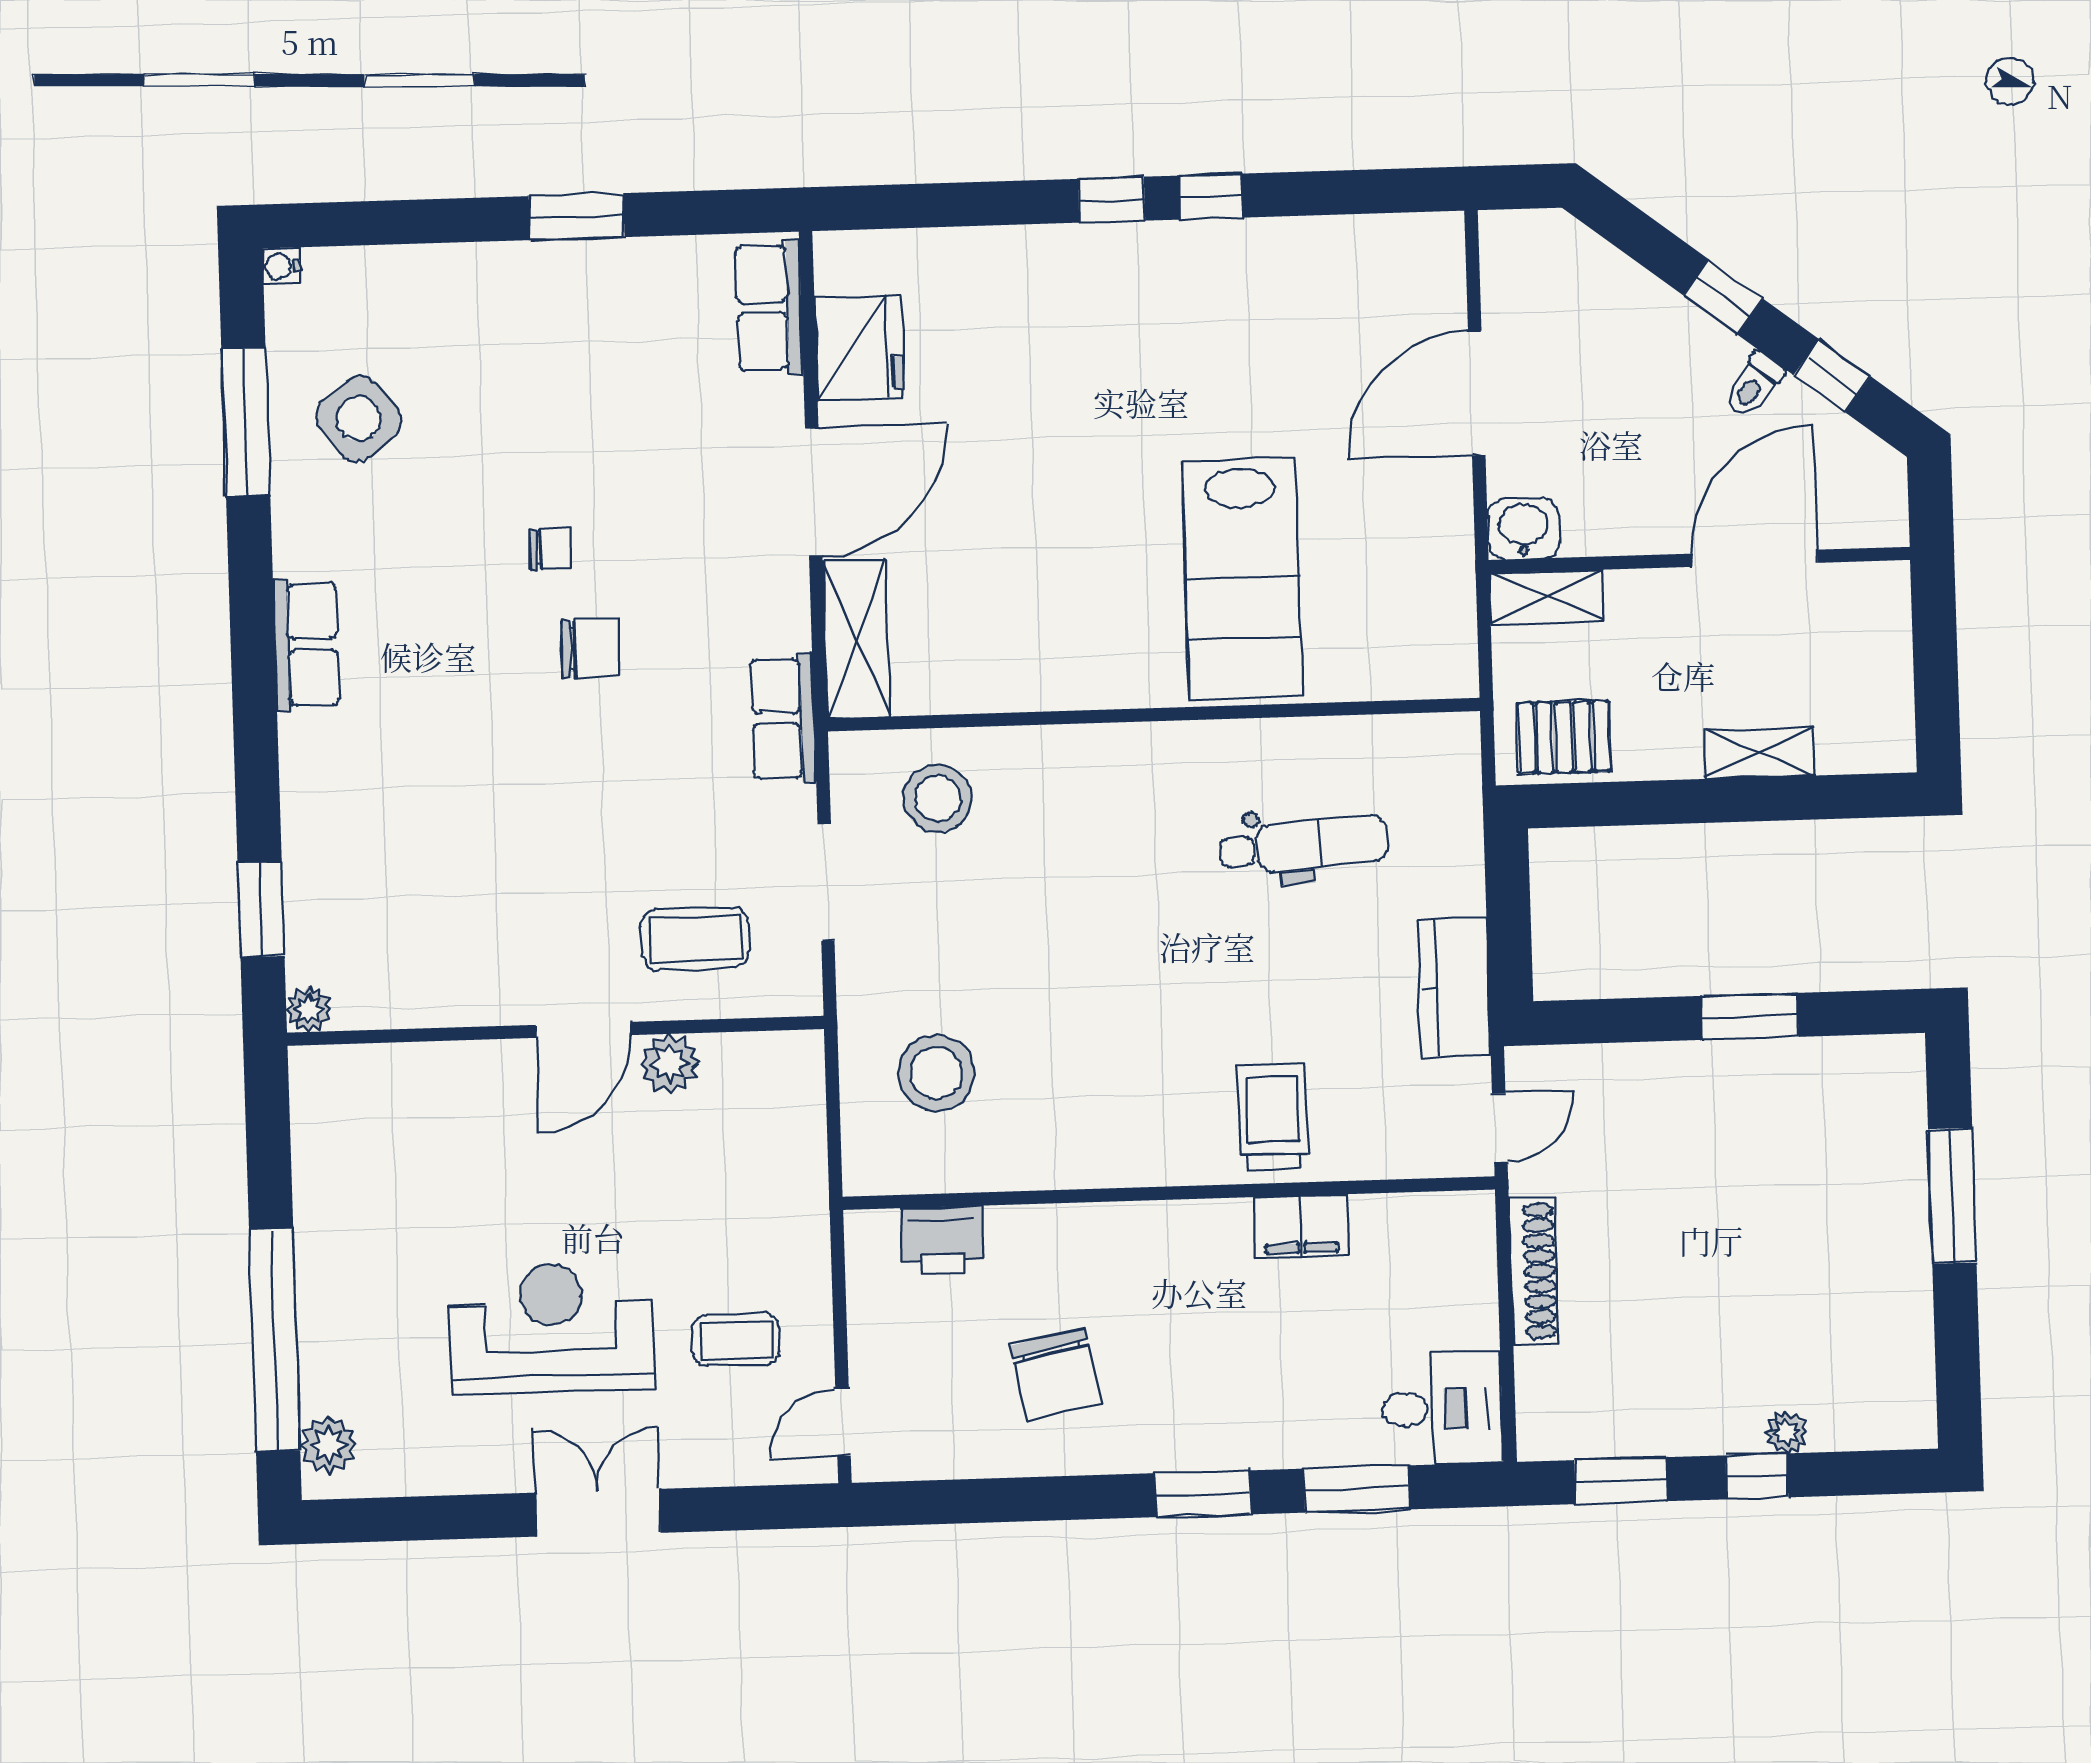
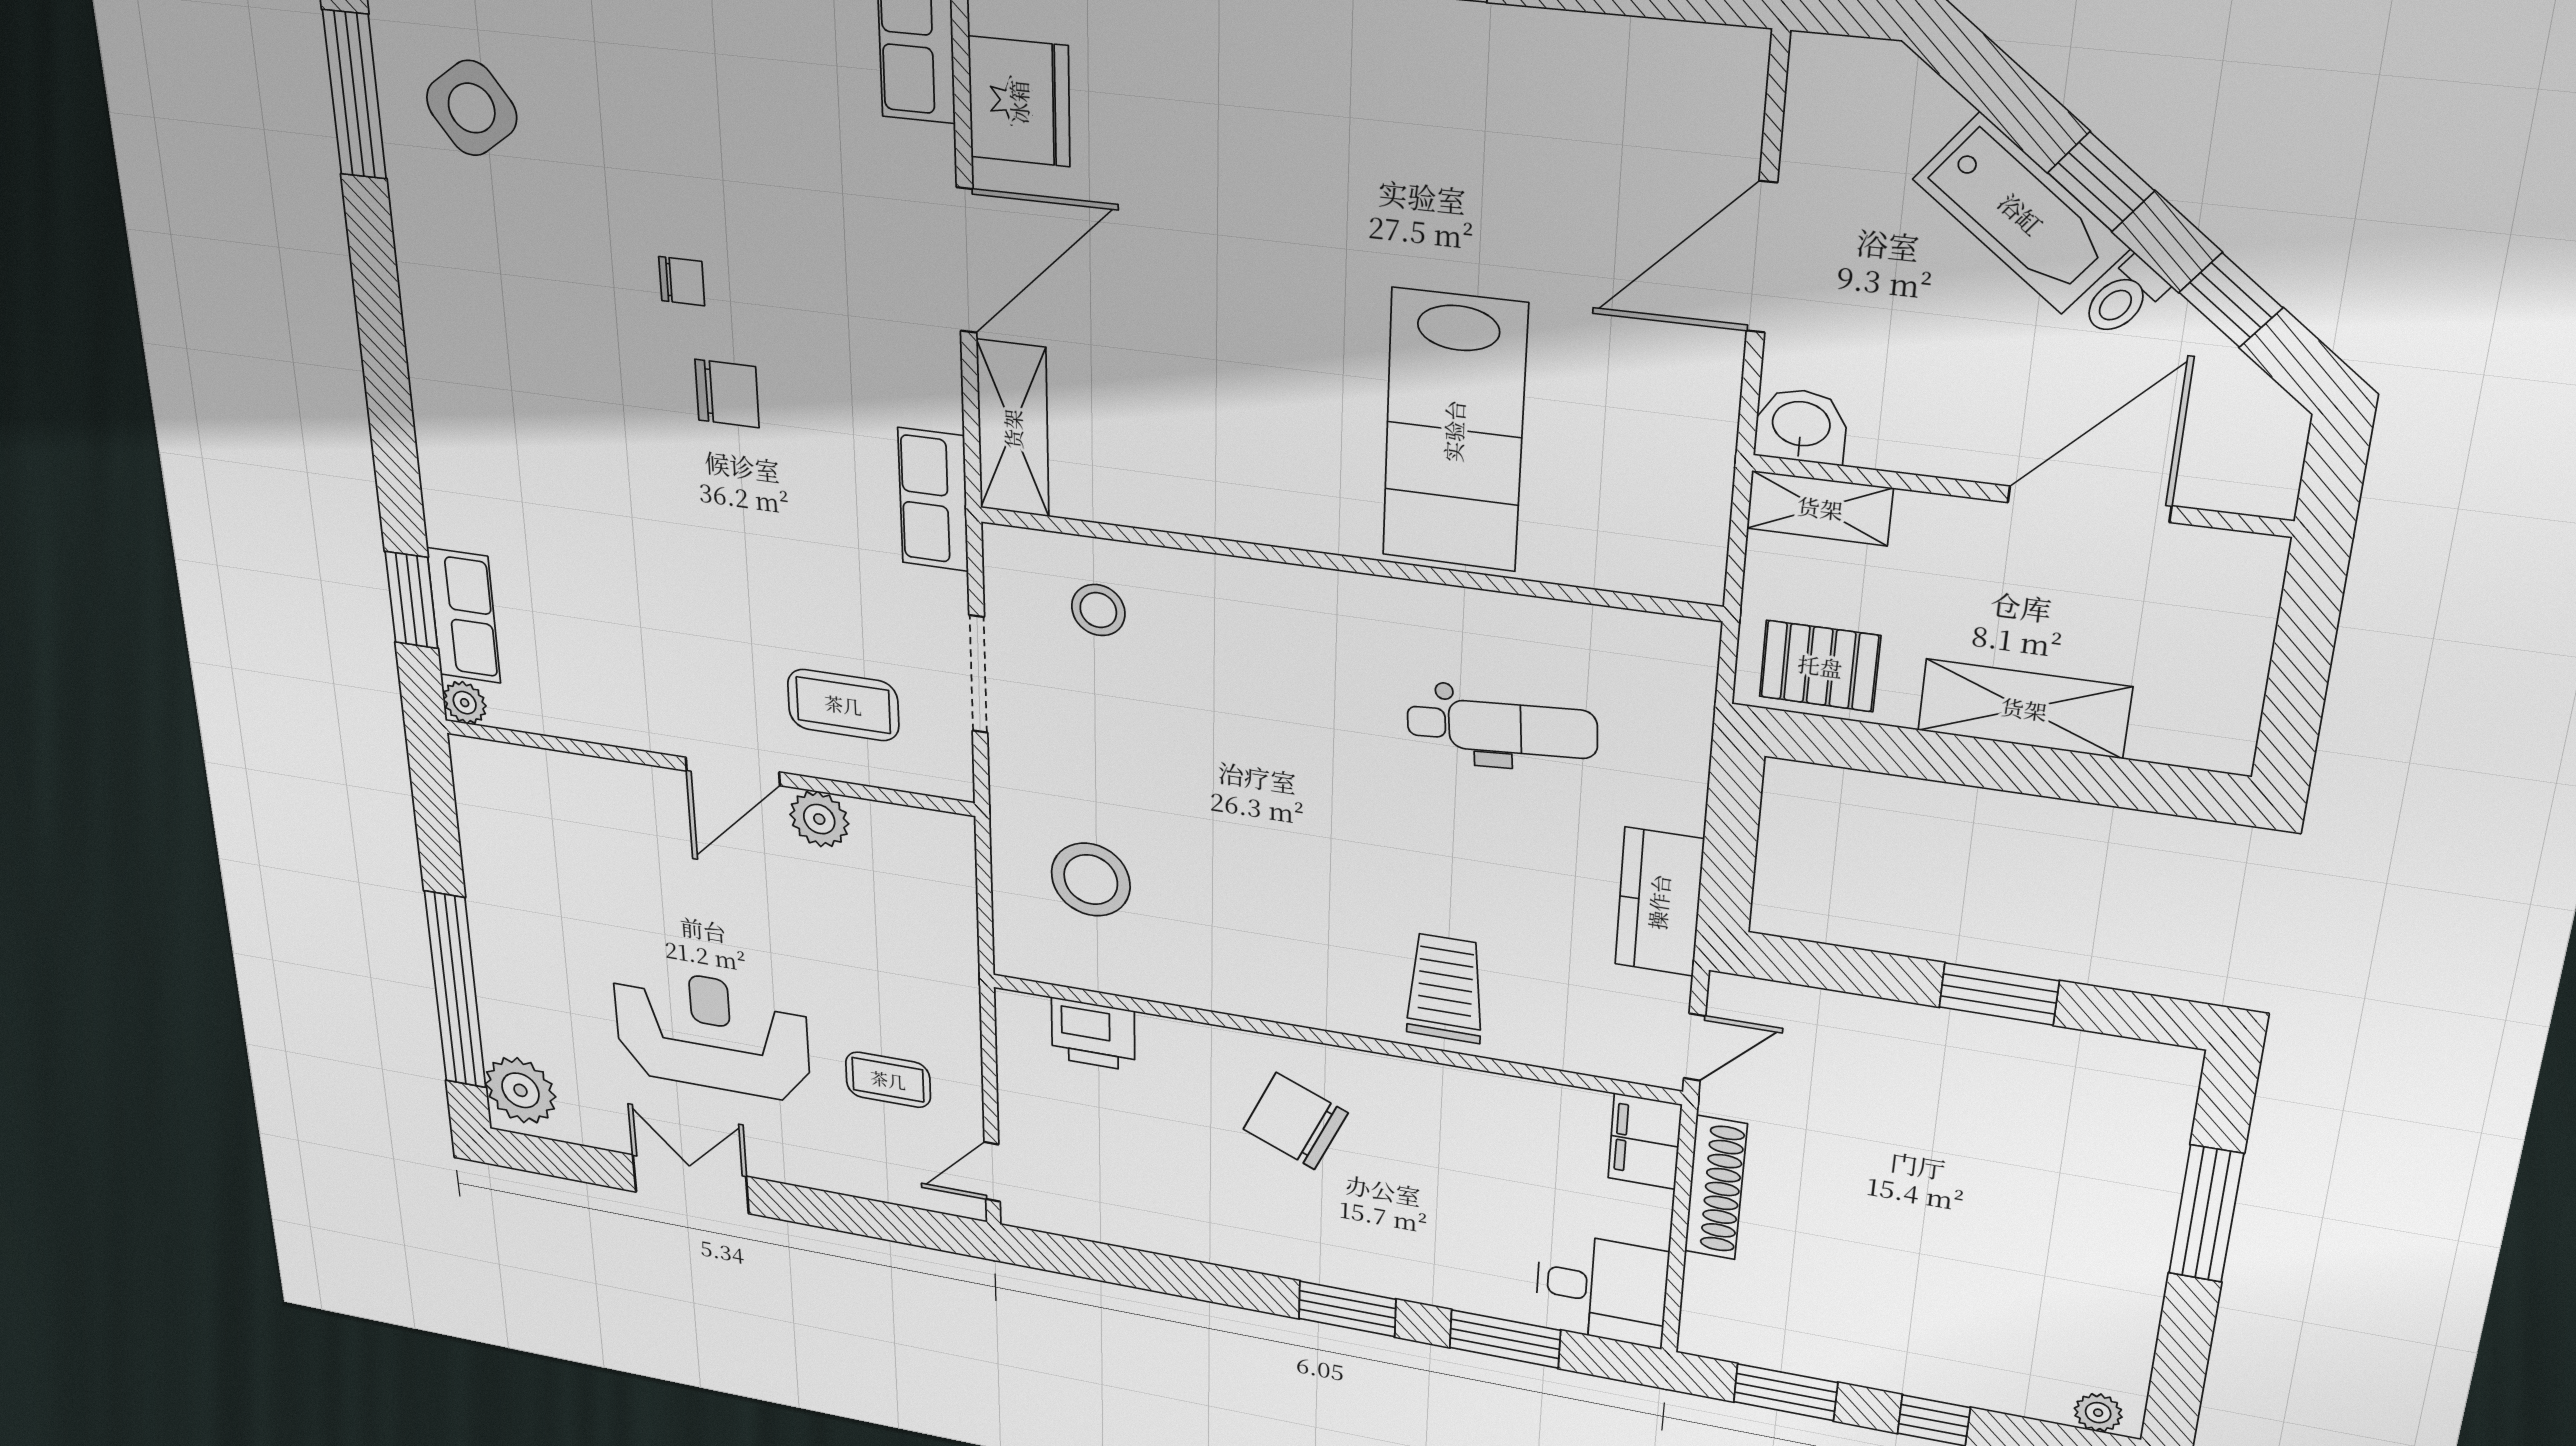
bathtub: (1668, 330) -> (2021, 214), added
row of seats: (306, 645) -> (464, 616), moved
shelving: (1759, 752) -> (2024, 709), width x1.50, depth x1.33
stool: (937, 798) -> (1098, 610), width x0.73, depth x0.73
filing cabinet: (1301, 1226) -> (1645, 1141), moved, turned 90
chair: (1056, 1374) -> (1295, 1121), moved, turned 126
plant: (1787, 1432) -> (2098, 1413), moved
plant: (329, 1445) -> (520, 1090), width x1.36, depth x1.36
double door: (598, 1513) -> (691, 1184), moved

